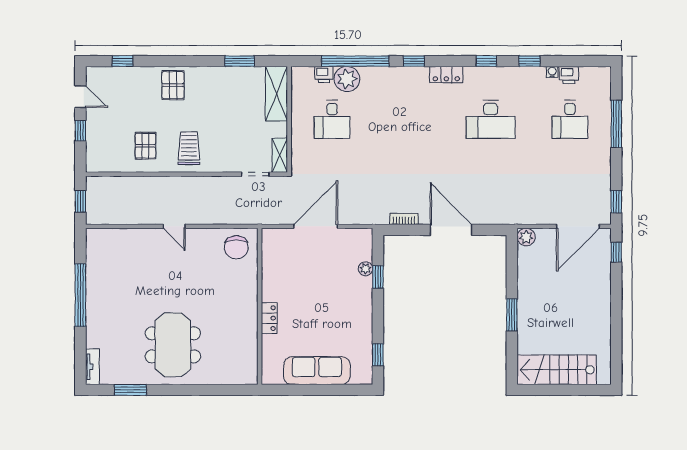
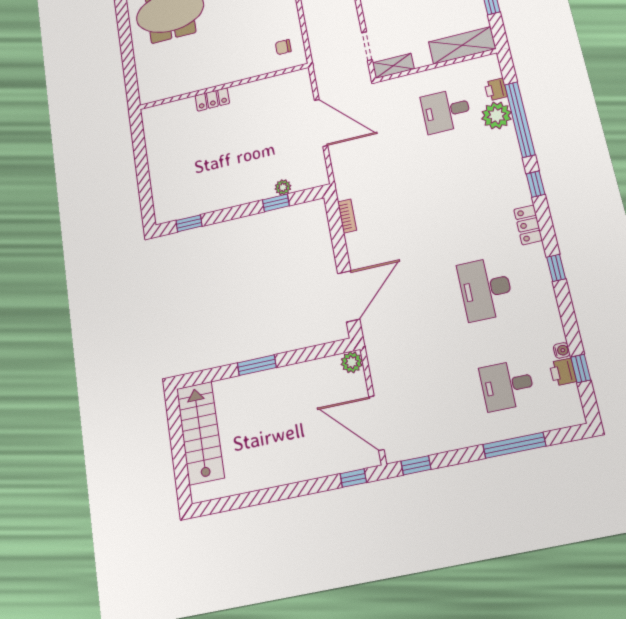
window: (529, 61) -> (581, 369), moved
door: (451, 230) -> (349, 296), moved
chair: (236, 247) -> (283, 47), width x0.54, depth x0.54
sofa: (317, 371) -> (163, 162), removed

